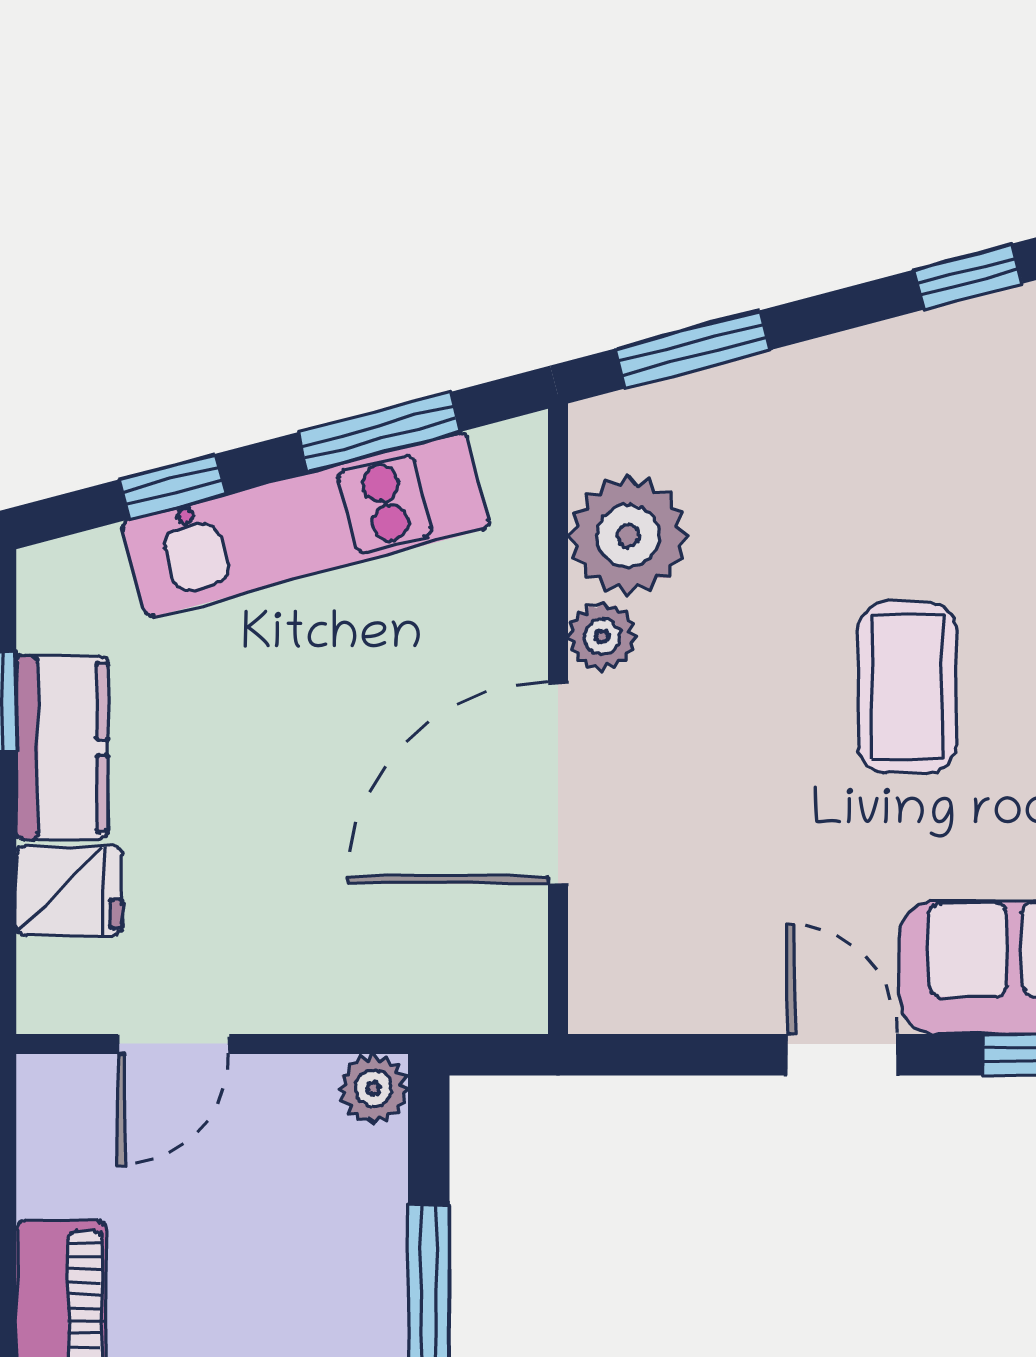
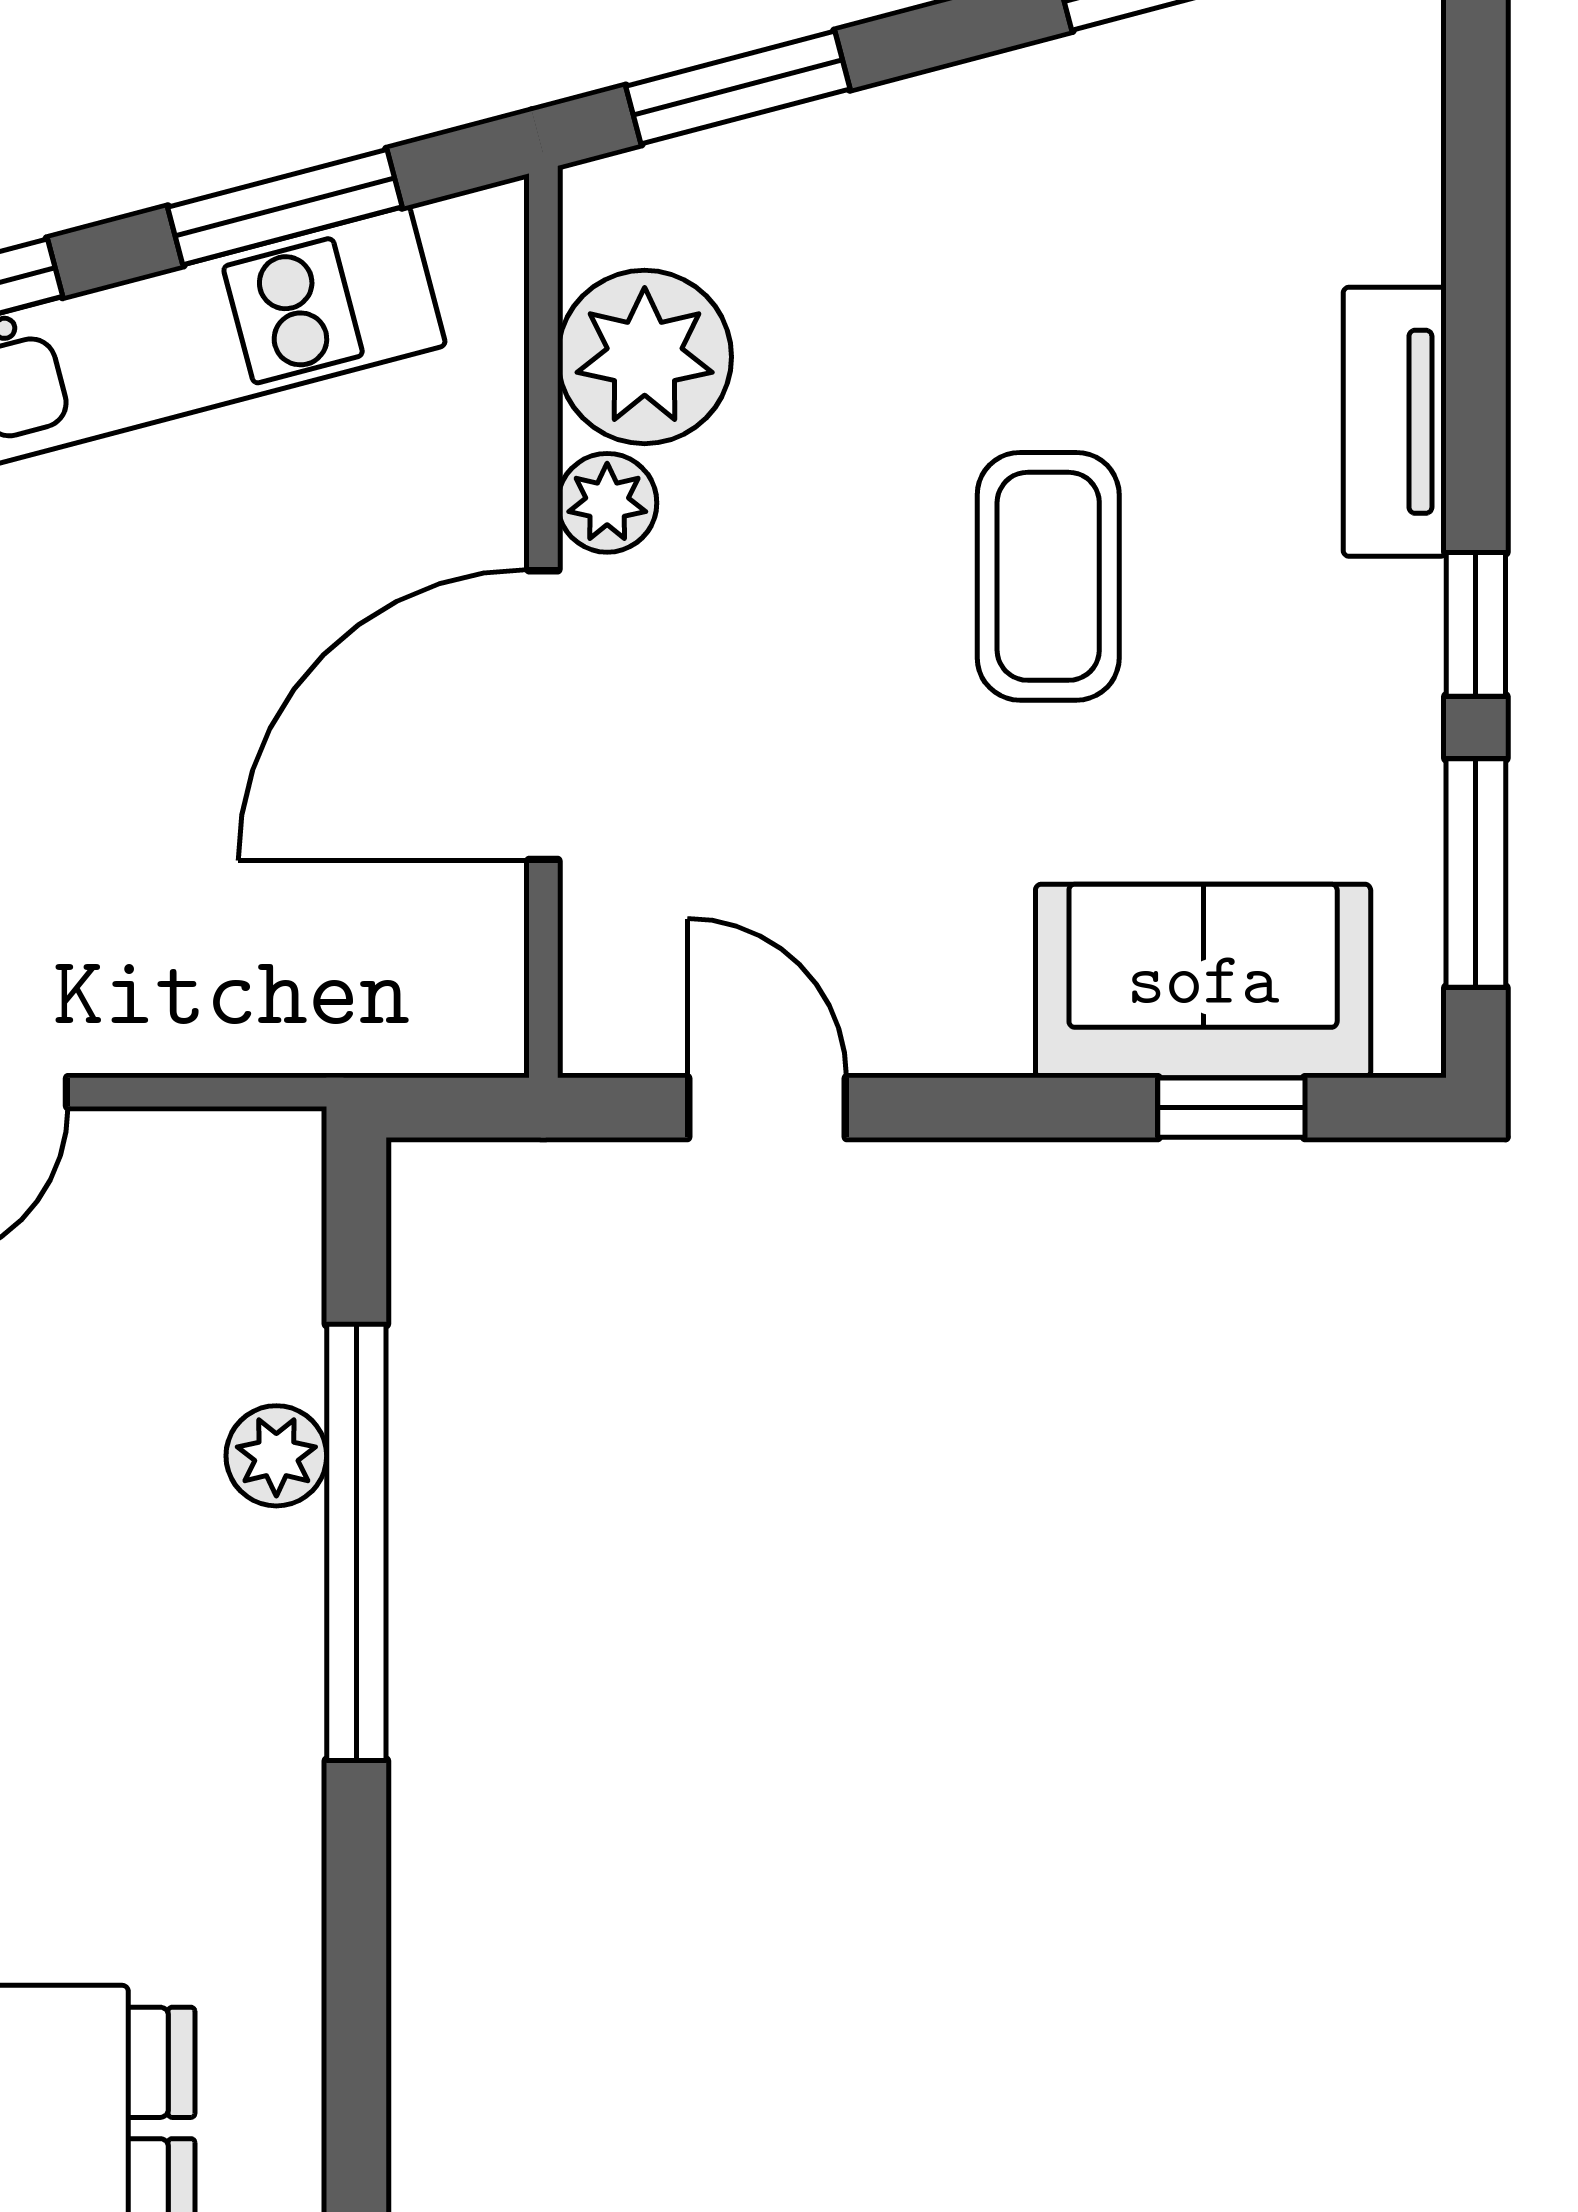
door: (843, 1055) -> (767, 1108), moved
plant: (373, 1089) -> (276, 1456), moved

